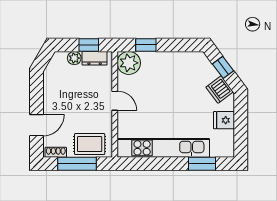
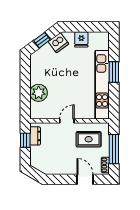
window: (146, 45) -> (25, 98), removed
plant: (74, 58) -> (35, 151), removed
plant: (129, 63) -> (39, 93), moved
rug: (90, 144) -> (89, 139), moved, turned 90
window: (202, 164) -> (114, 72), moved

